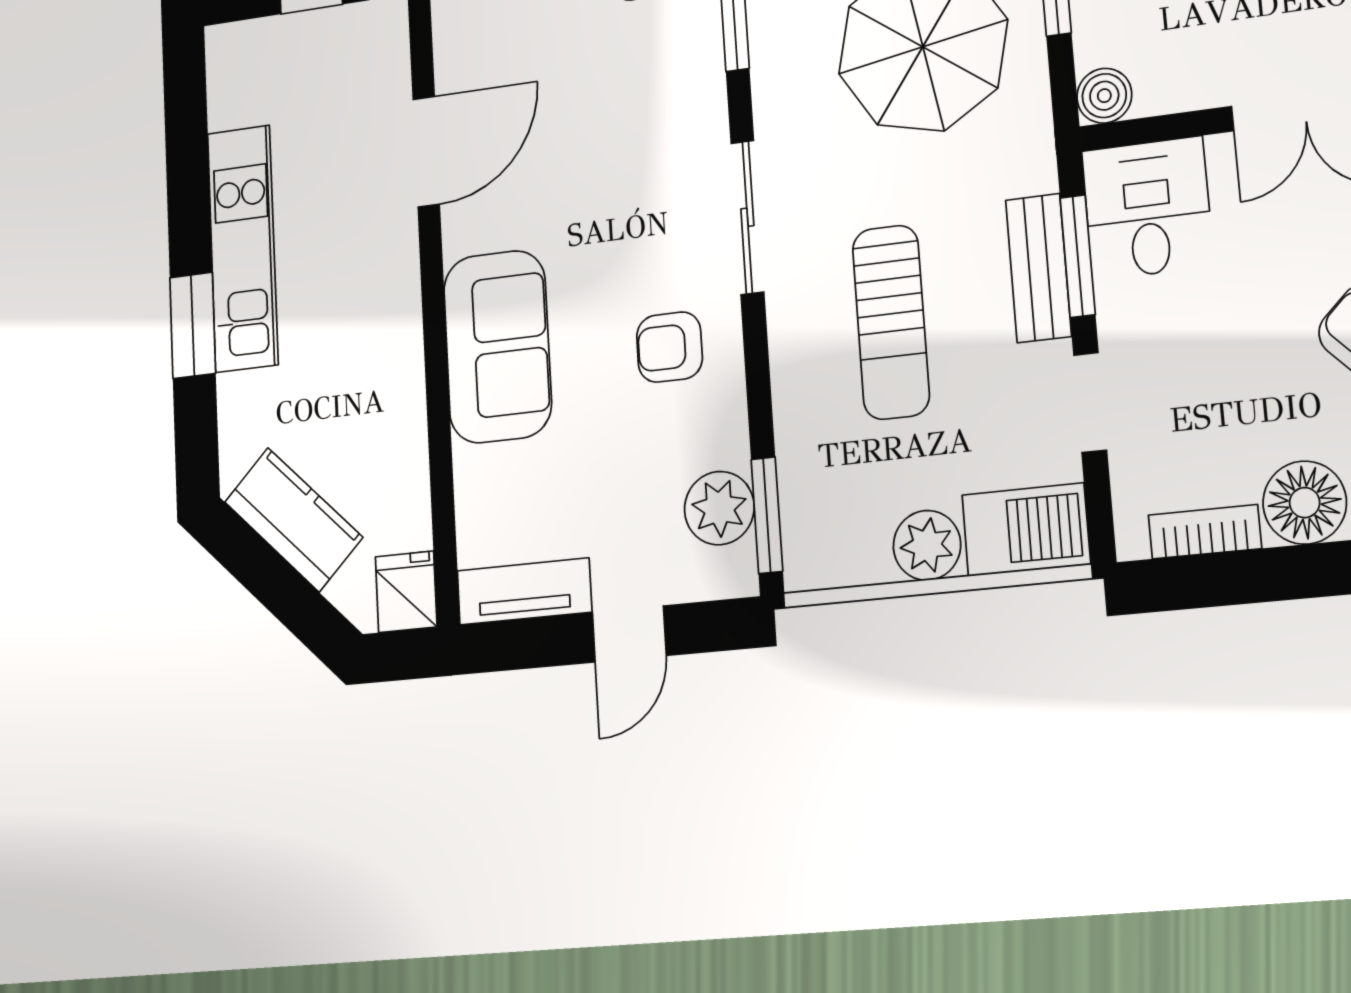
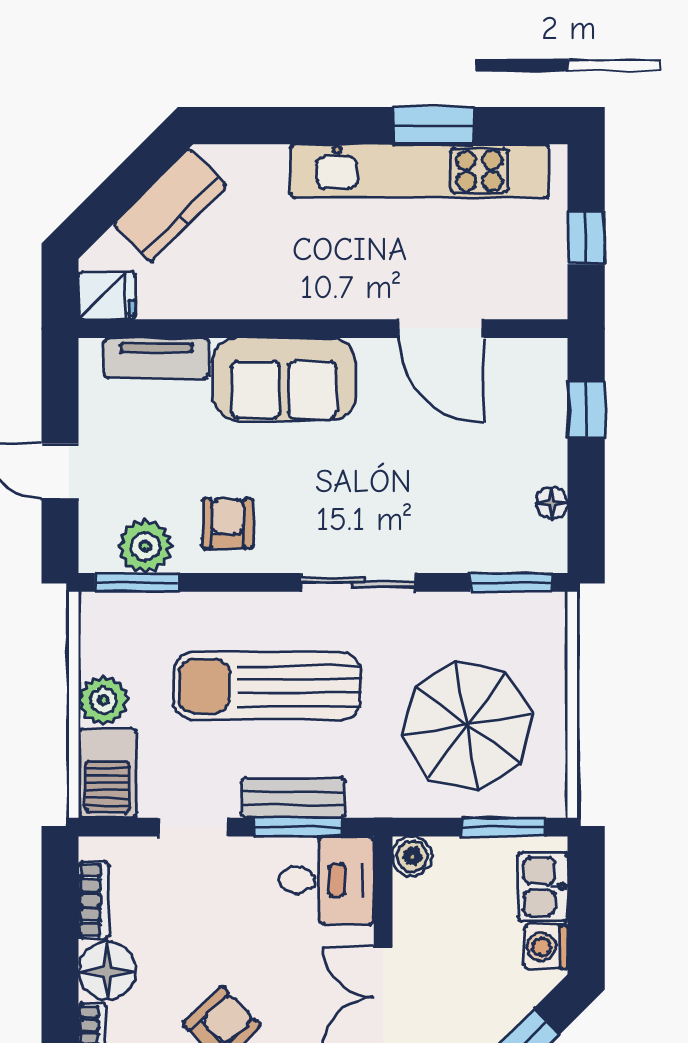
kitchen unit: (243, 248) -> (420, 171), width x1.36
sun lounger: (891, 322) -> (267, 686), width x1.36, depth x1.34
window: (193, 325) -> (434, 126), moved
armchair: (669, 347) -> (228, 523), moved
tv unit: (524, 591) -> (156, 358), moved, turned 90

